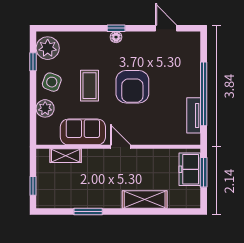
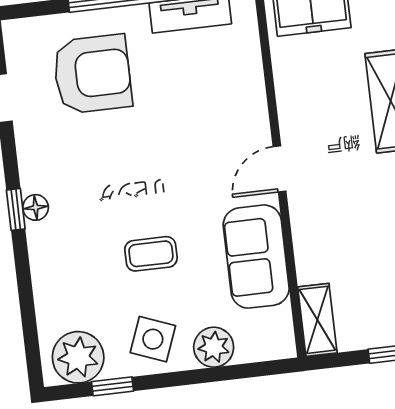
coffee table: (90, 86) -> (151, 254), width x0.73, depth x0.77
armchair: (132, 87) -> (92, 74), moved
shelving: (66, 156) -> (317, 320), moved

